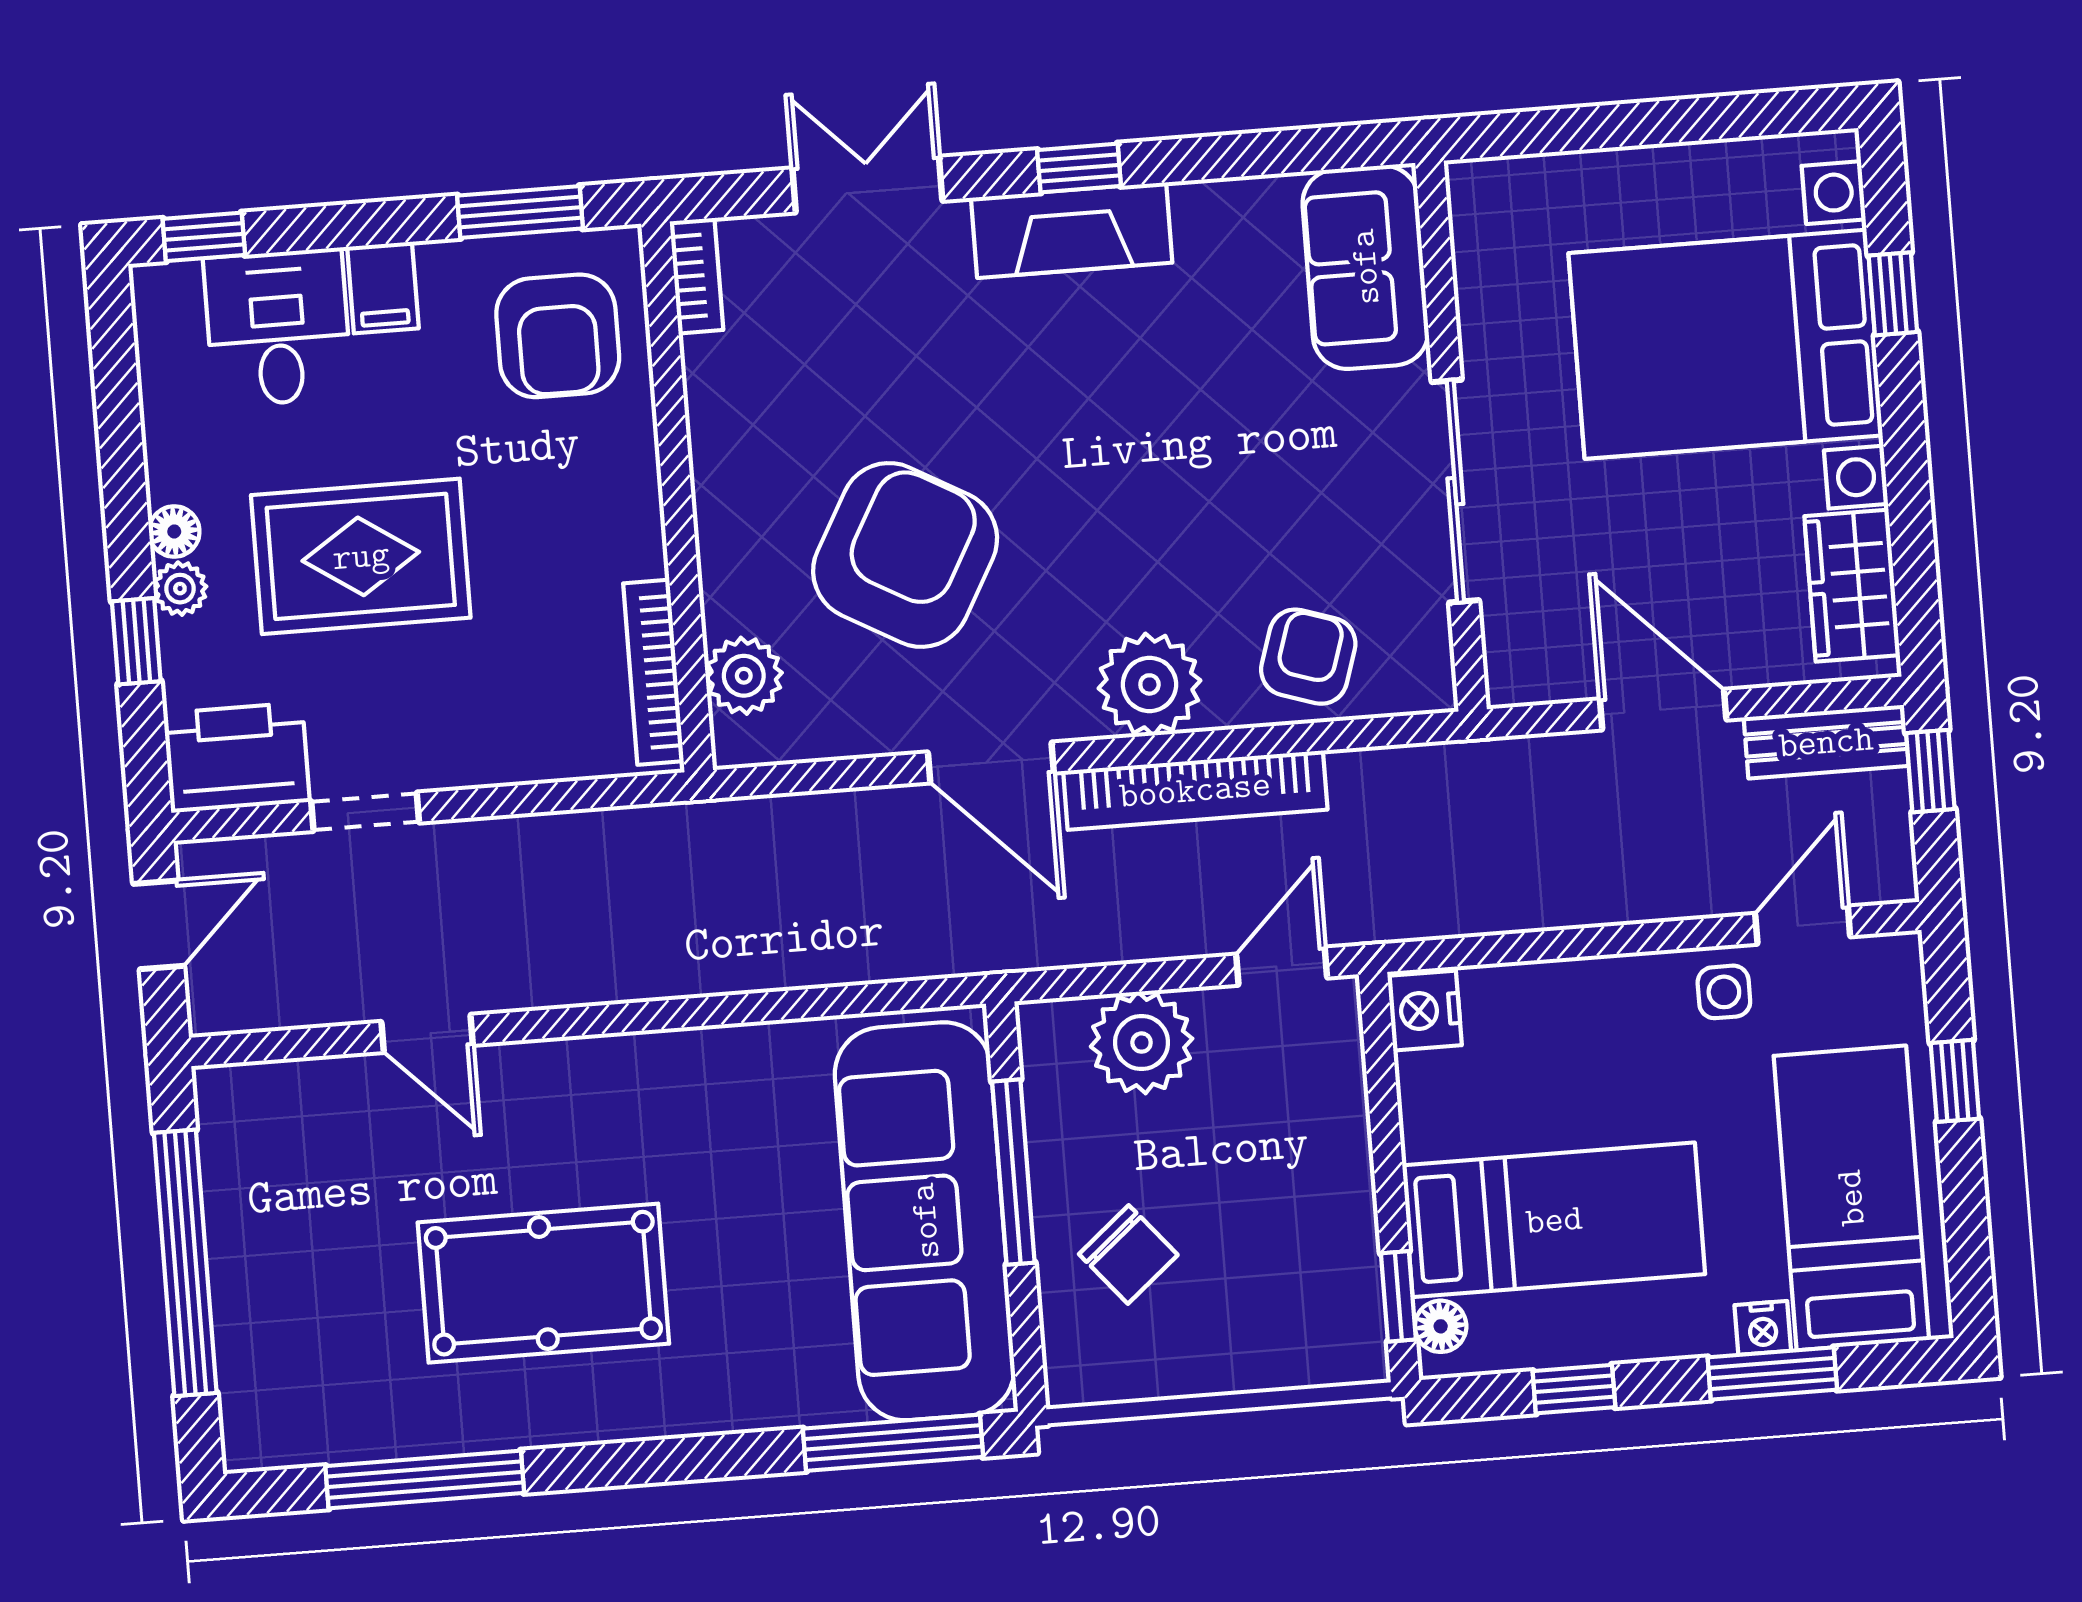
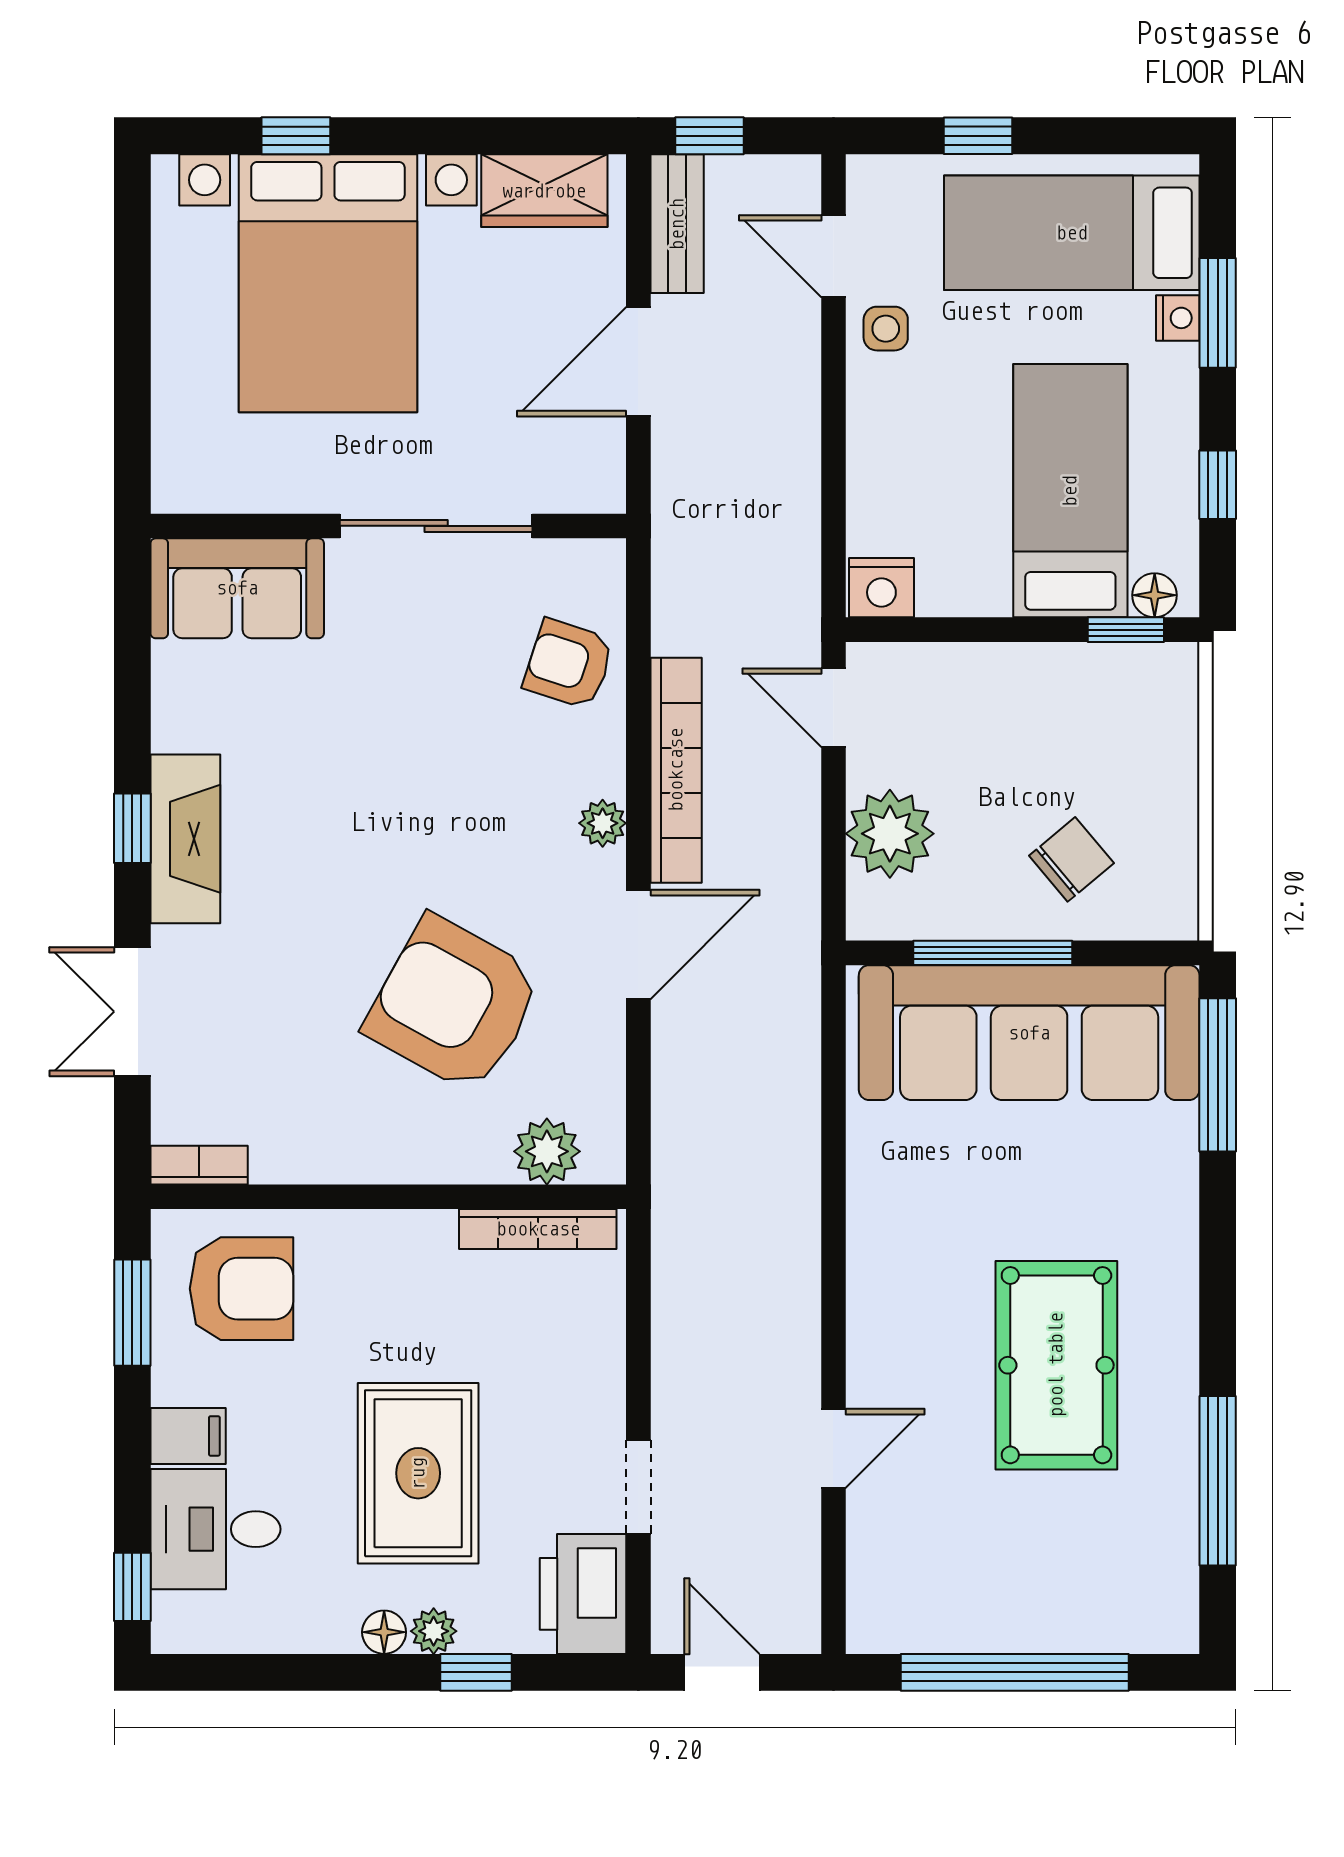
plant: (1149, 684) -> (603, 823), width x0.53, depth x0.53

